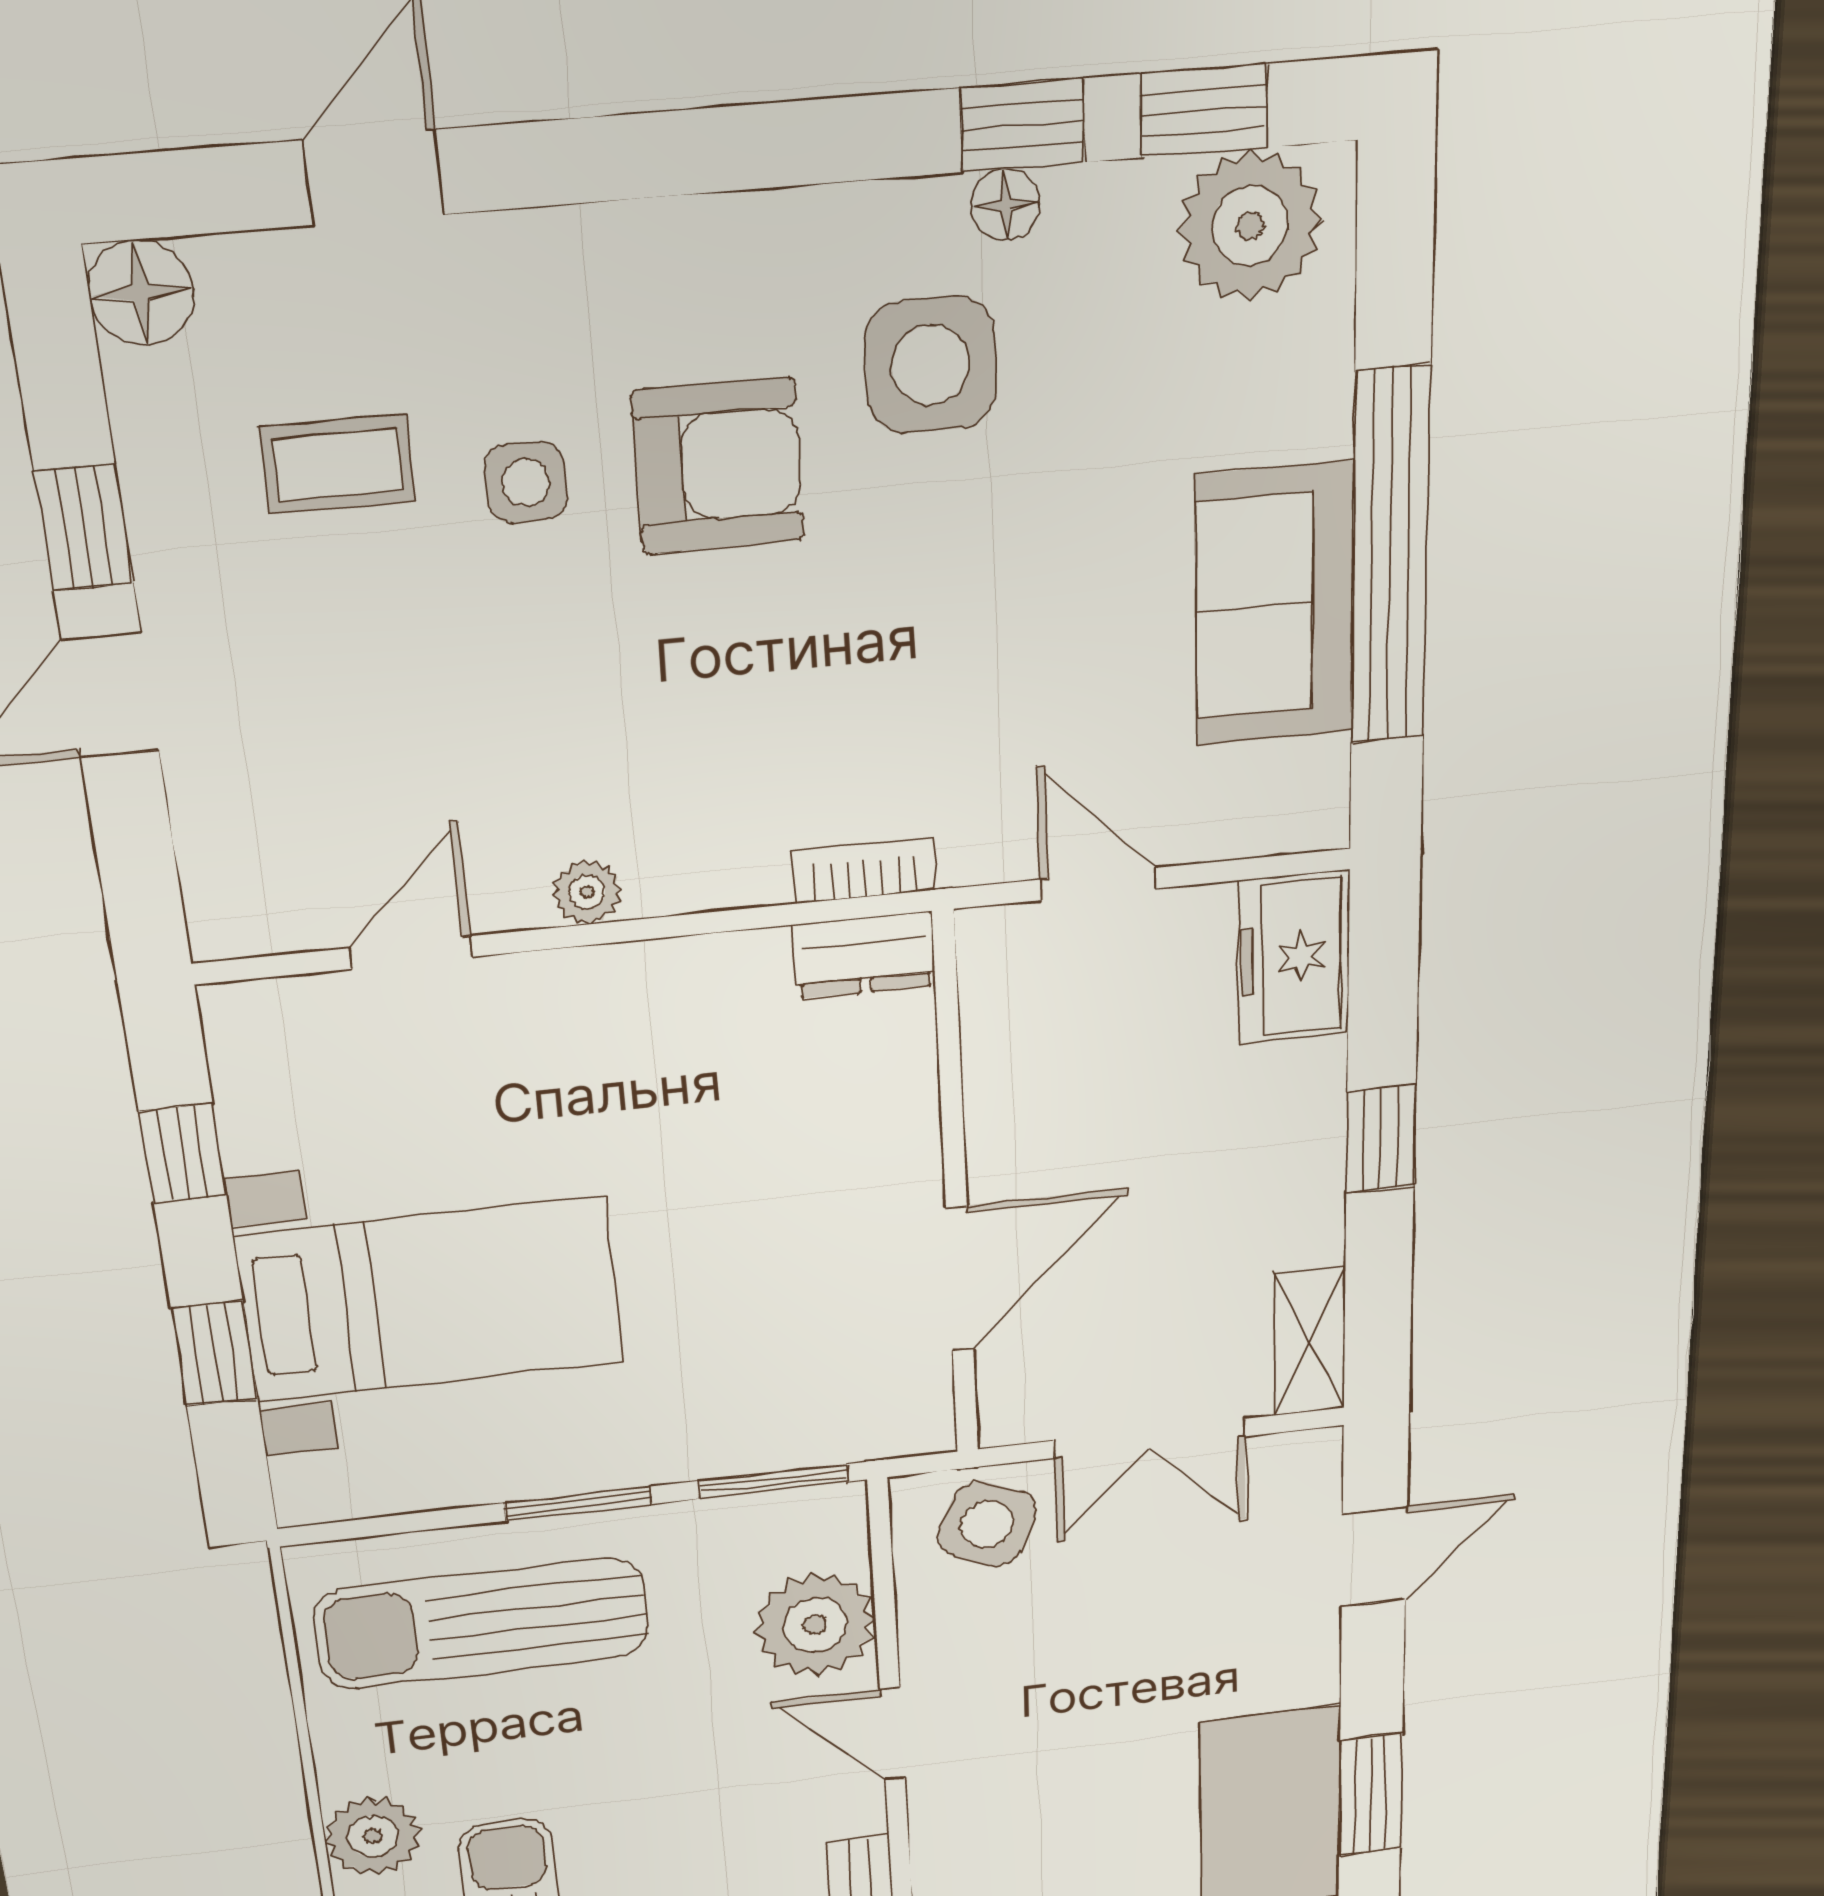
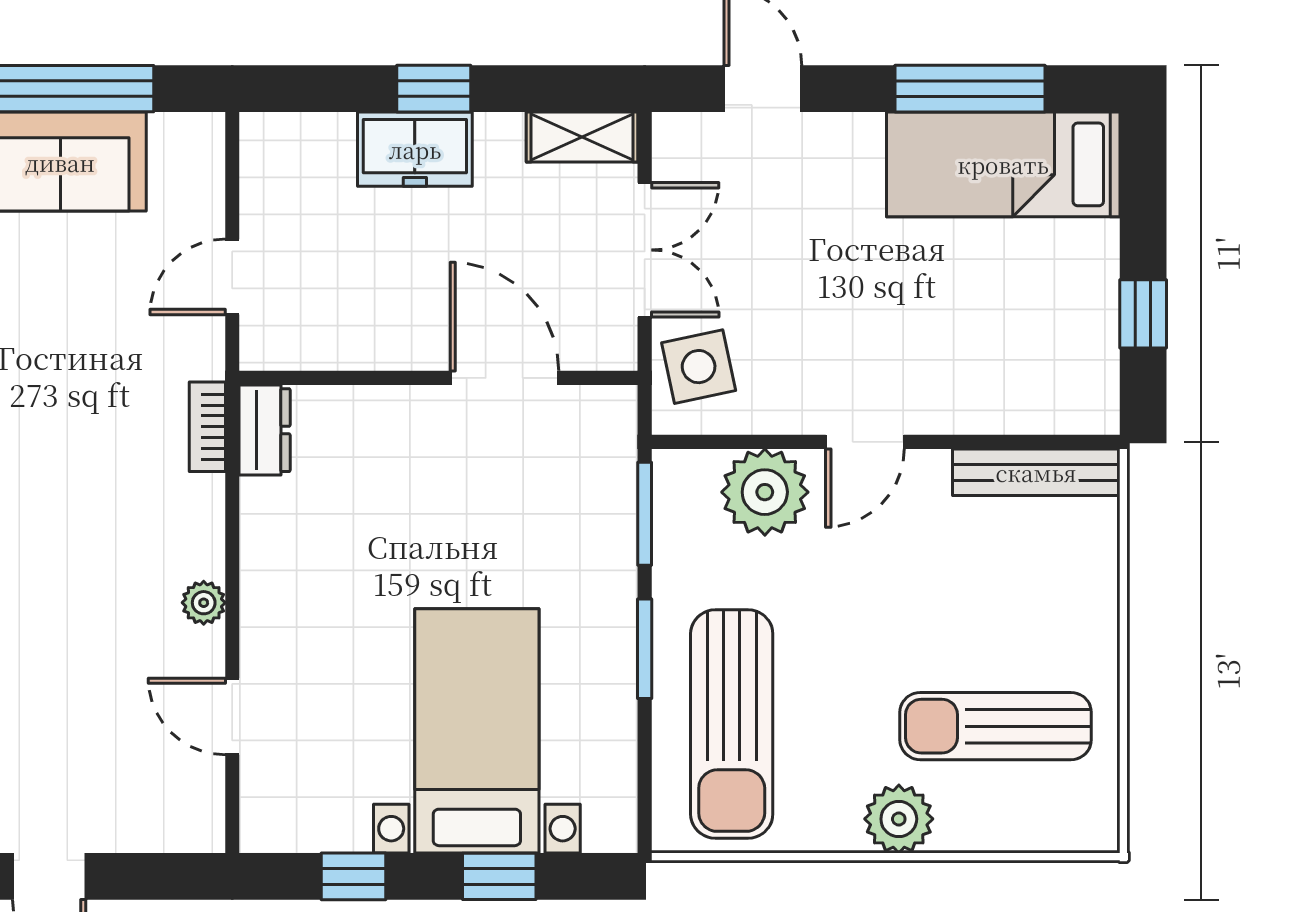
freezer: (1293, 958) -> (415, 149), moved
side table: (987, 1524) -> (699, 367), turned -36
window: (1370, 1795) -> (970, 89), width x1.44

